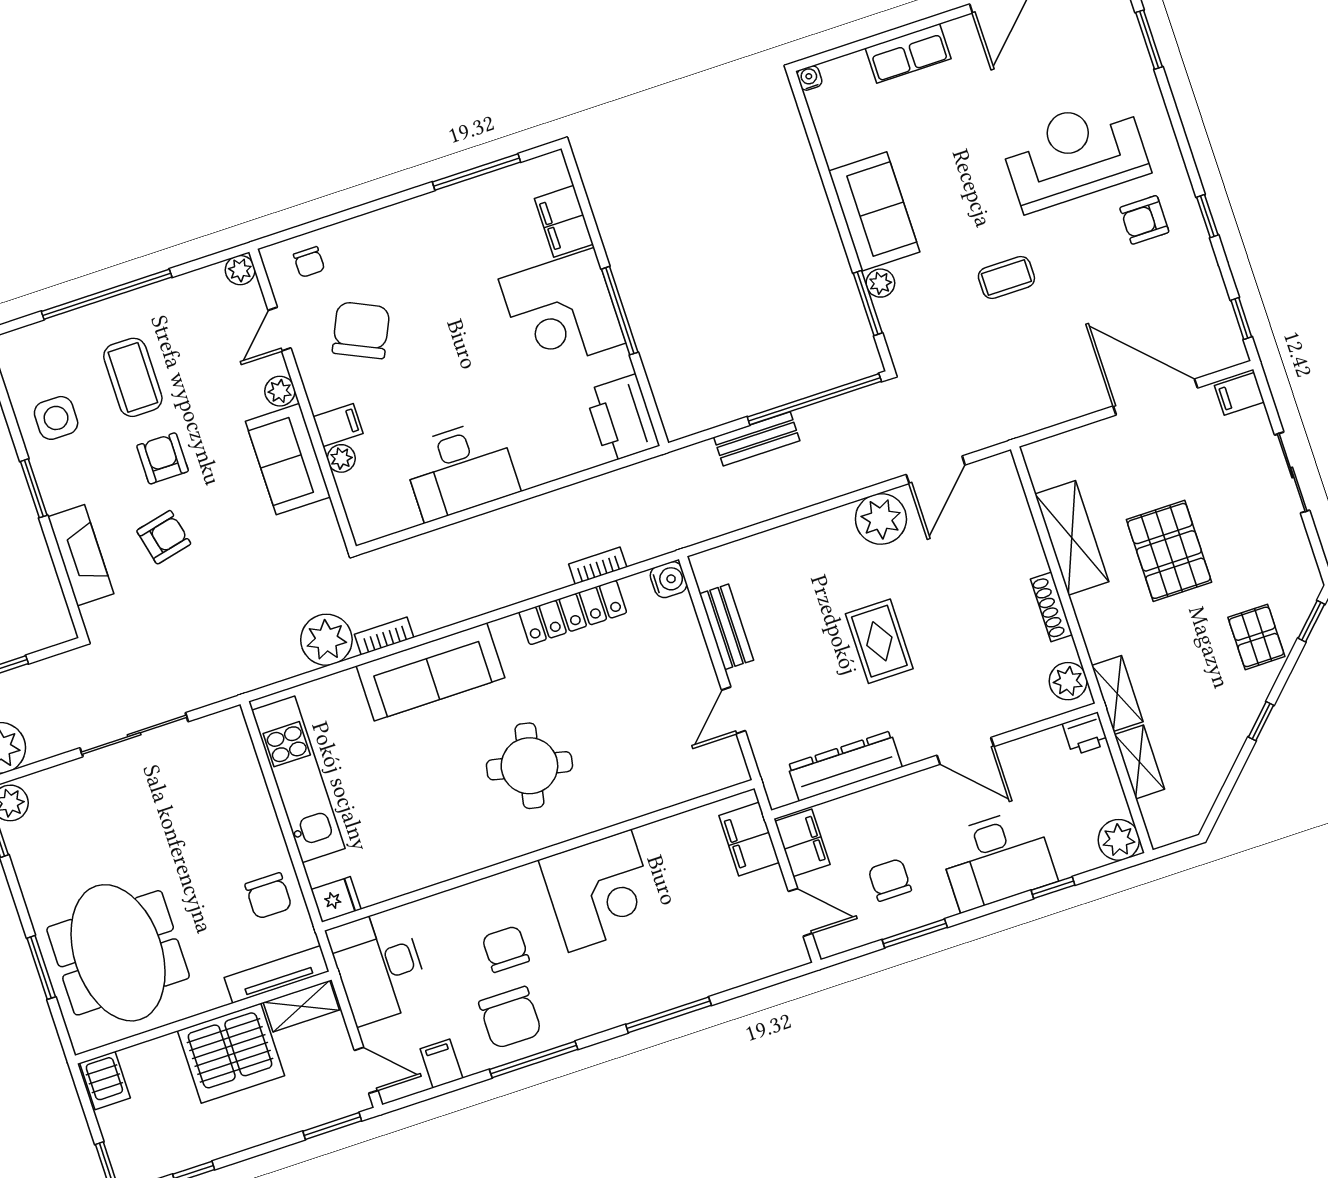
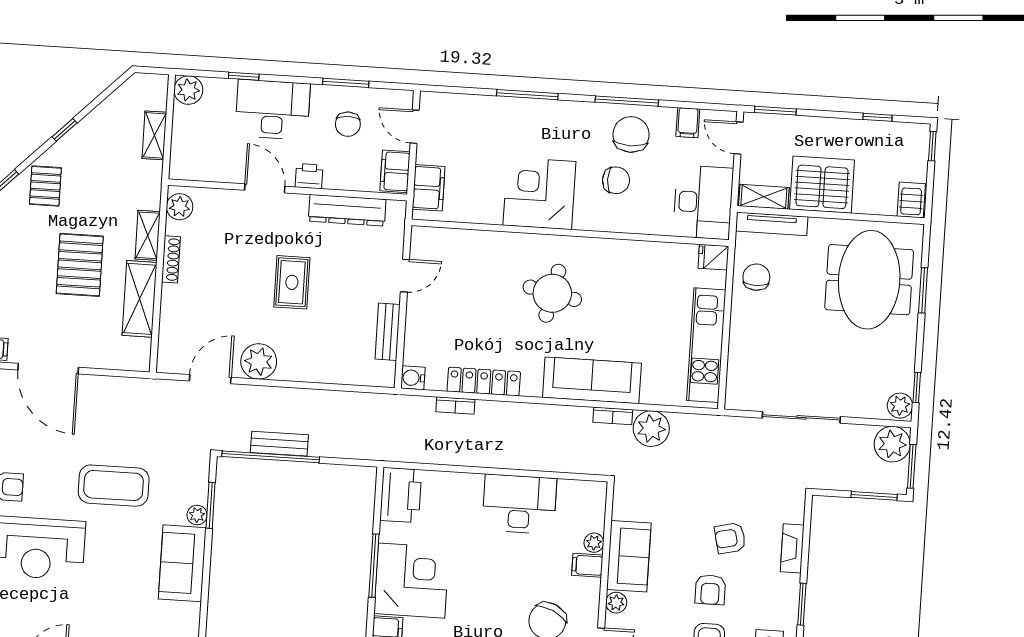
coffee table: (1006, 277) -> (114, 486), width x1.86, depth x1.72
bench: (757, 439) -> (279, 444), moved
fireplace: (81, 555) -> (792, 548), width x0.73, depth x0.76
shelving: (1117, 694) -> (148, 235), moved
printer: (1085, 734) -> (309, 176), moved
chair: (506, 949) -> (616, 180), turned -90

